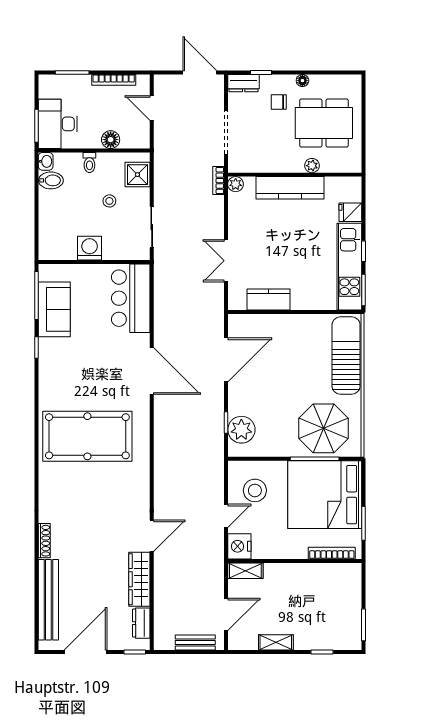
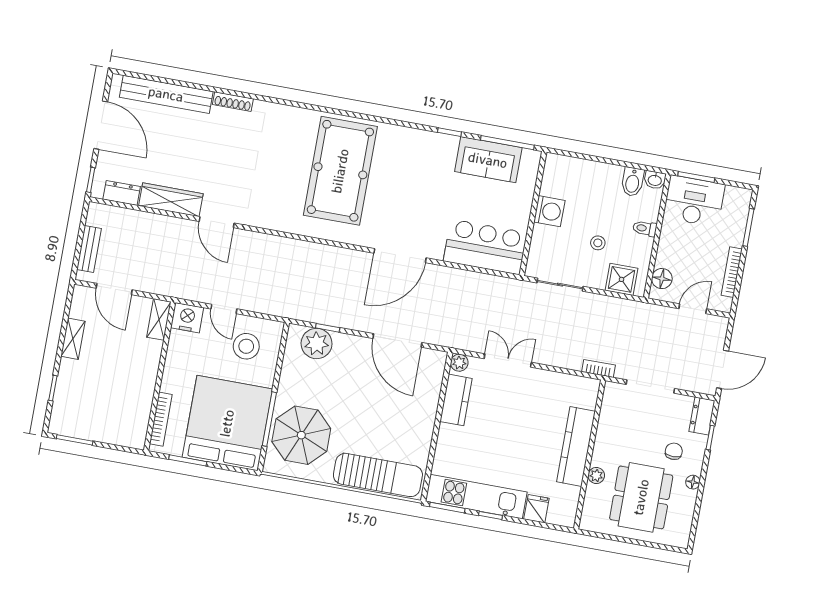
floor lamp: (111, 140) -> (662, 279), moved
plant: (236, 184) -> (459, 363), moved

